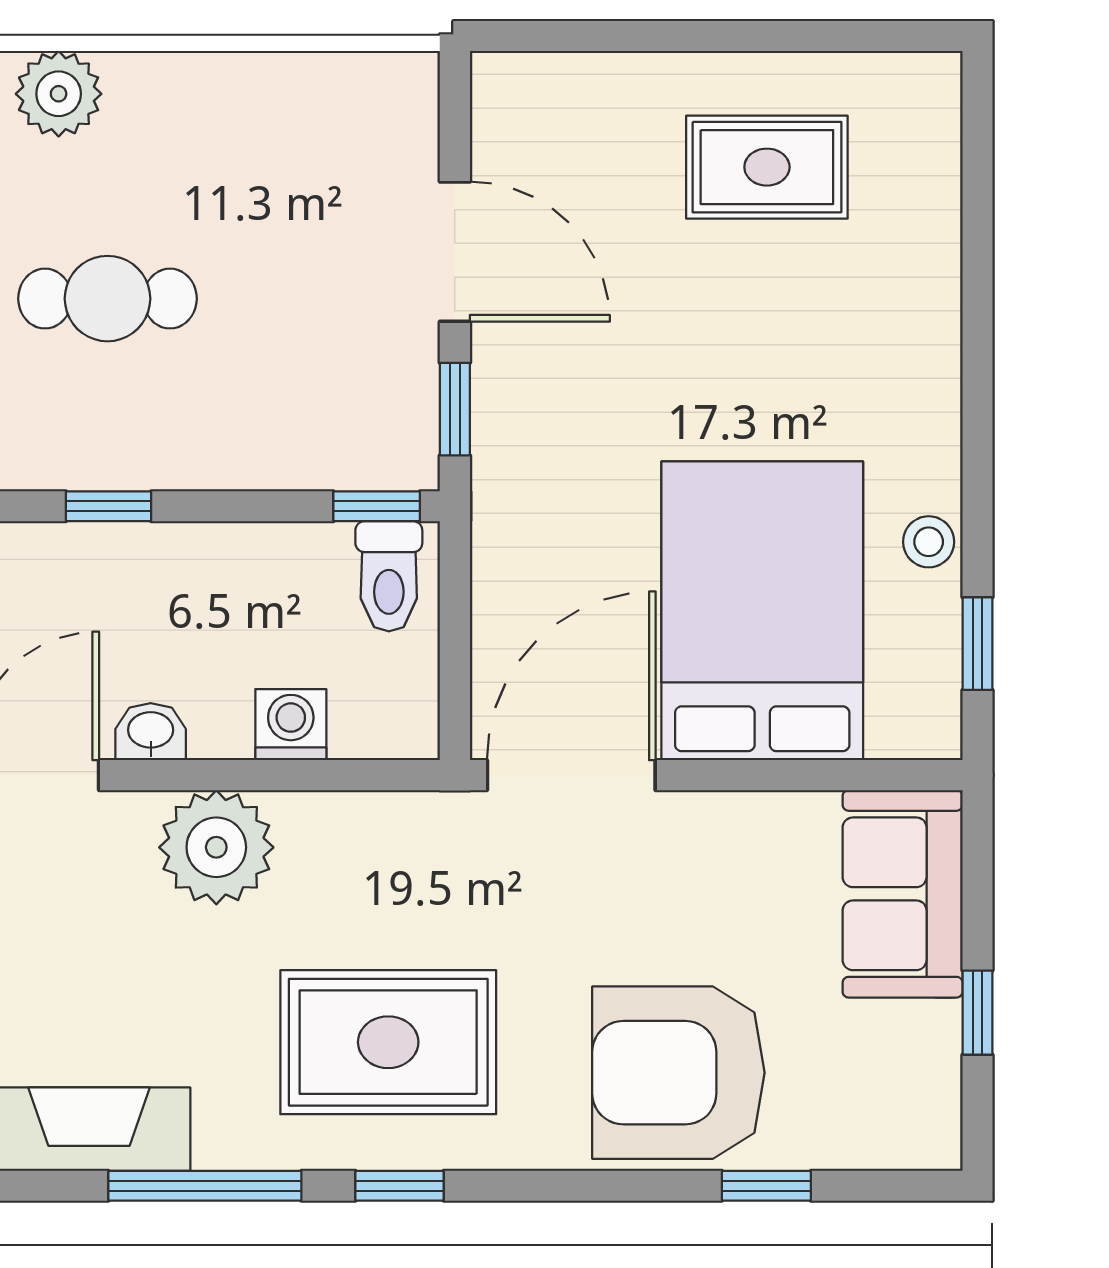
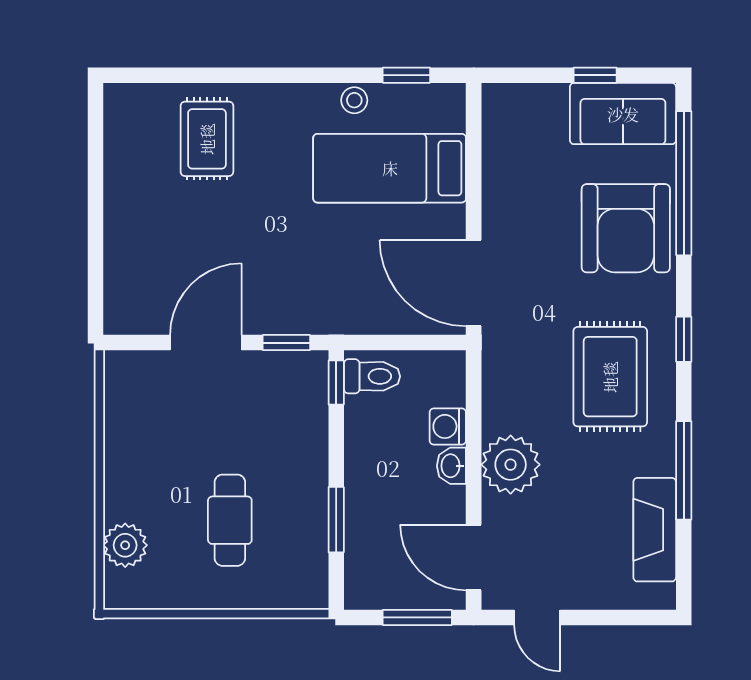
rug: (767, 167) -> (207, 139), moved
window: (108, 506) -> (336, 520), width x1.50
bed: (762, 611) -> (390, 168), width x0.67
washbasin: (151, 732) -> (451, 466), moved
sofa: (903, 894) -> (623, 114), moved
window: (400, 1186) -> (684, 339), moved
window: (766, 1186) -> (684, 183), width x3.17

